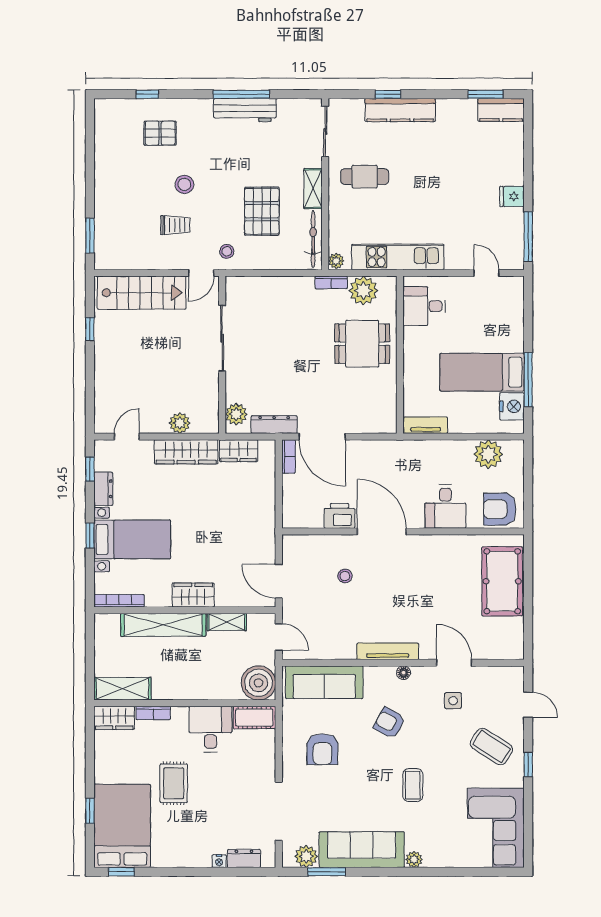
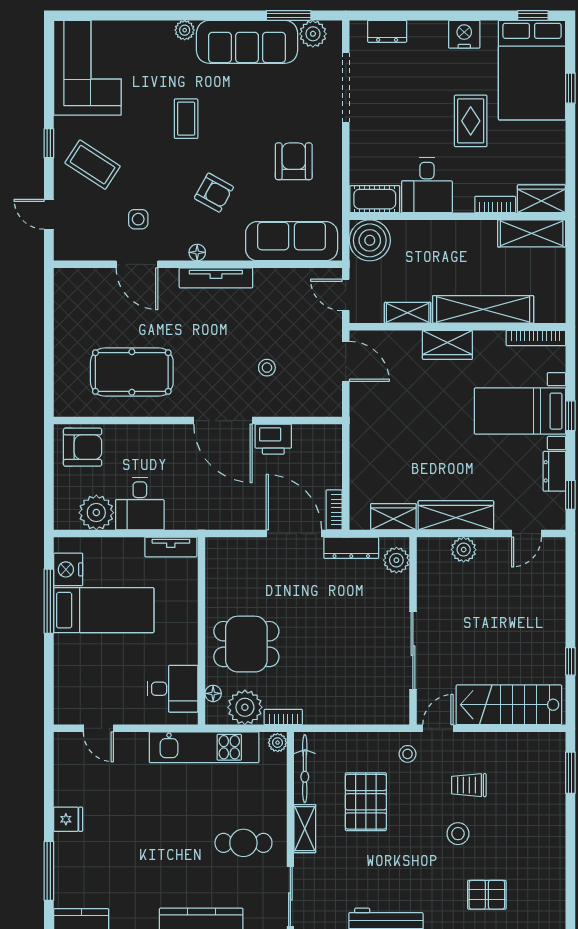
window: (528, 237) -> (49, 871), moved
floor lamp: (390, 302) -> (213, 693), added
desk: (445, 506) -> (140, 504), moved, turned 180
pool table: (502, 581) -> (132, 372), moved, turned 90
nightstand: (219, 861) -> (464, 34), moved, width x1.89, depth x1.79

